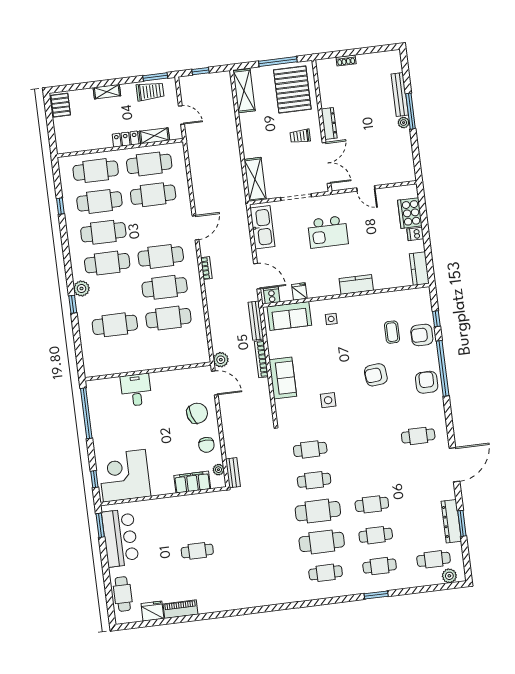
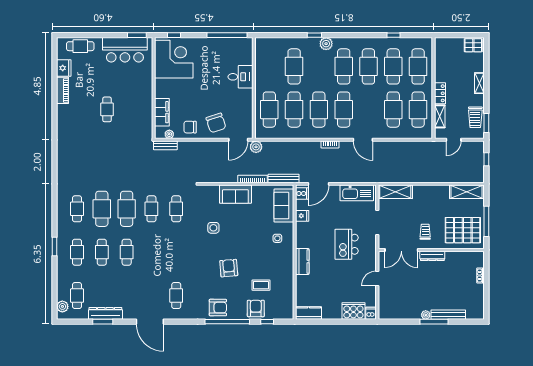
dishwasher: (415, 234) -> (371, 313), moved
cafe table: (172, 349) -> (269, 110), added

